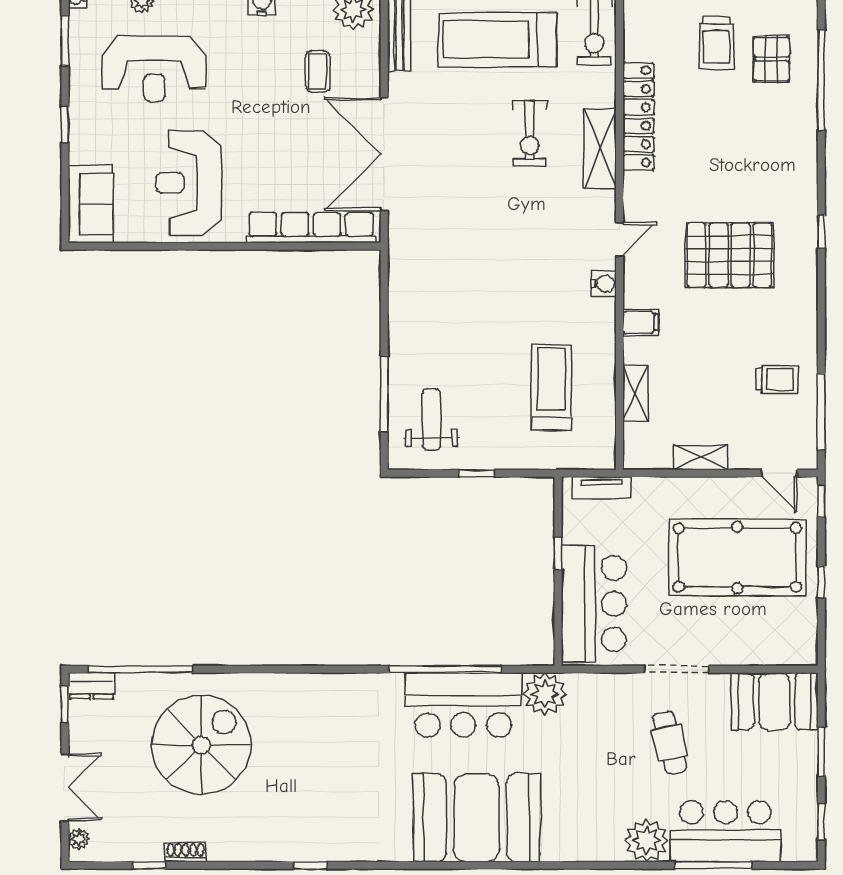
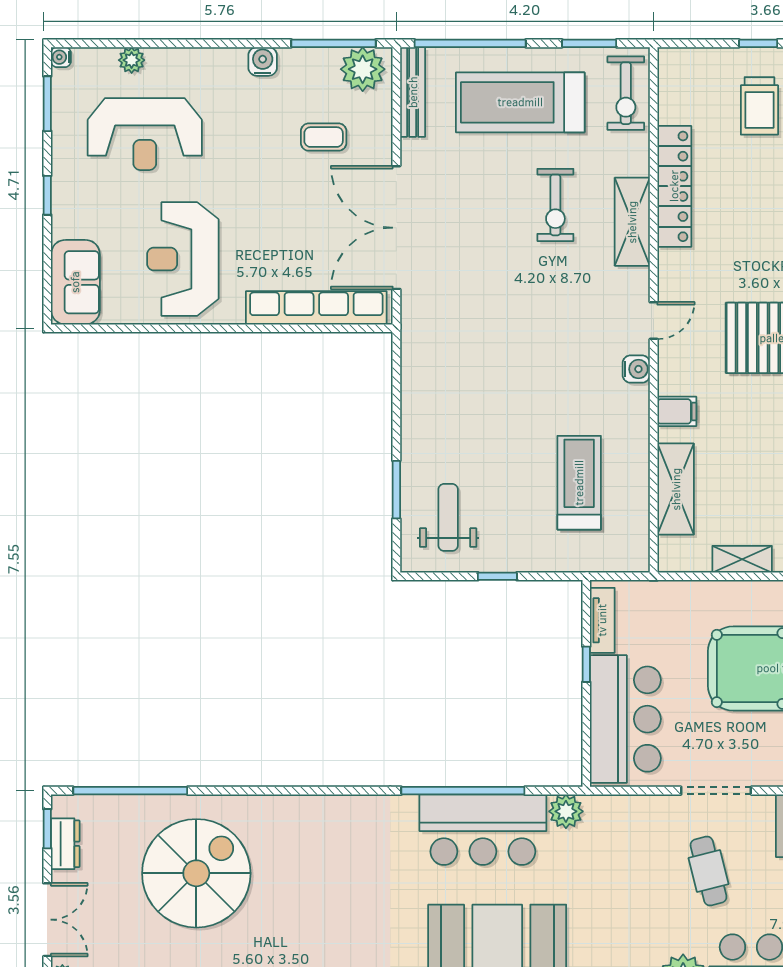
coffee table: (318, 71) -> (324, 137), turned 90
shelving: (635, 393) -> (676, 489), width x1.50, depth x1.33
window: (384, 394) -> (396, 490), width x0.69
tv unit: (601, 488) -> (602, 620), moved, turned -90
dresser: (92, 686) -> (65, 844), moved, turned -90
plant: (545, 694) -> (566, 811), width x0.73, depth x0.73

